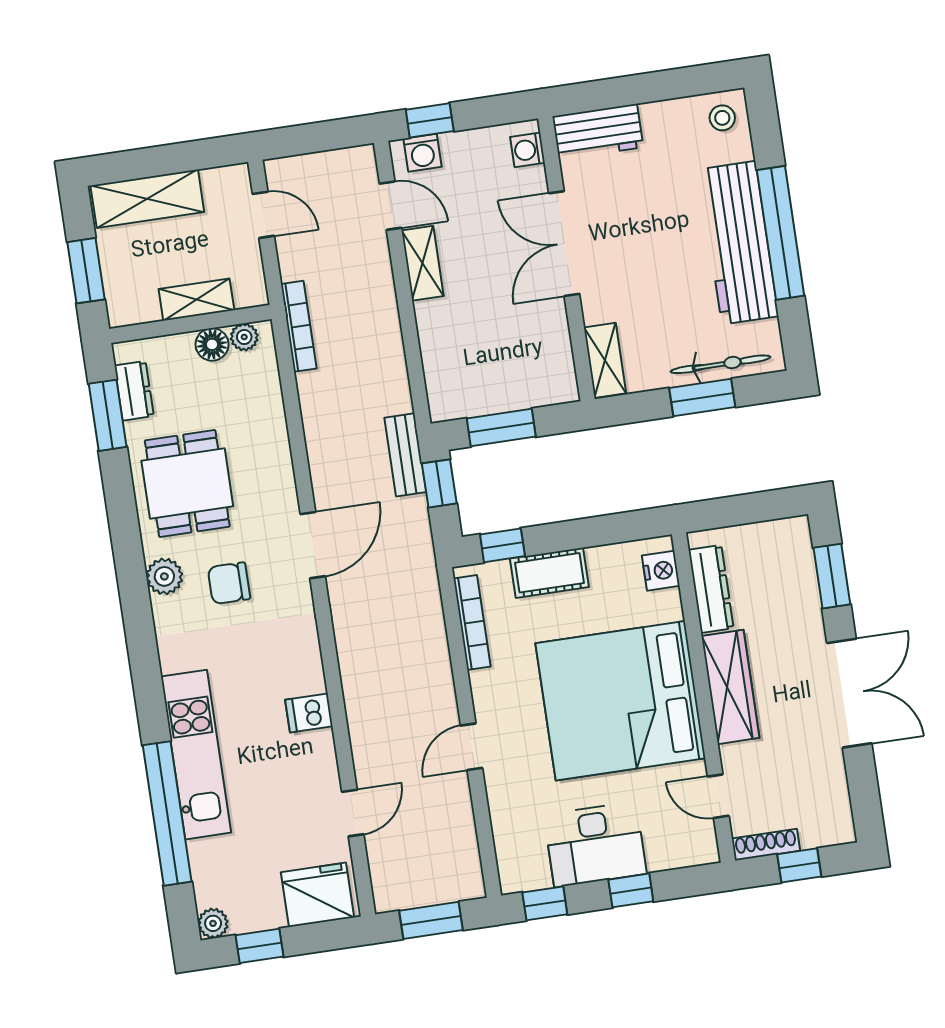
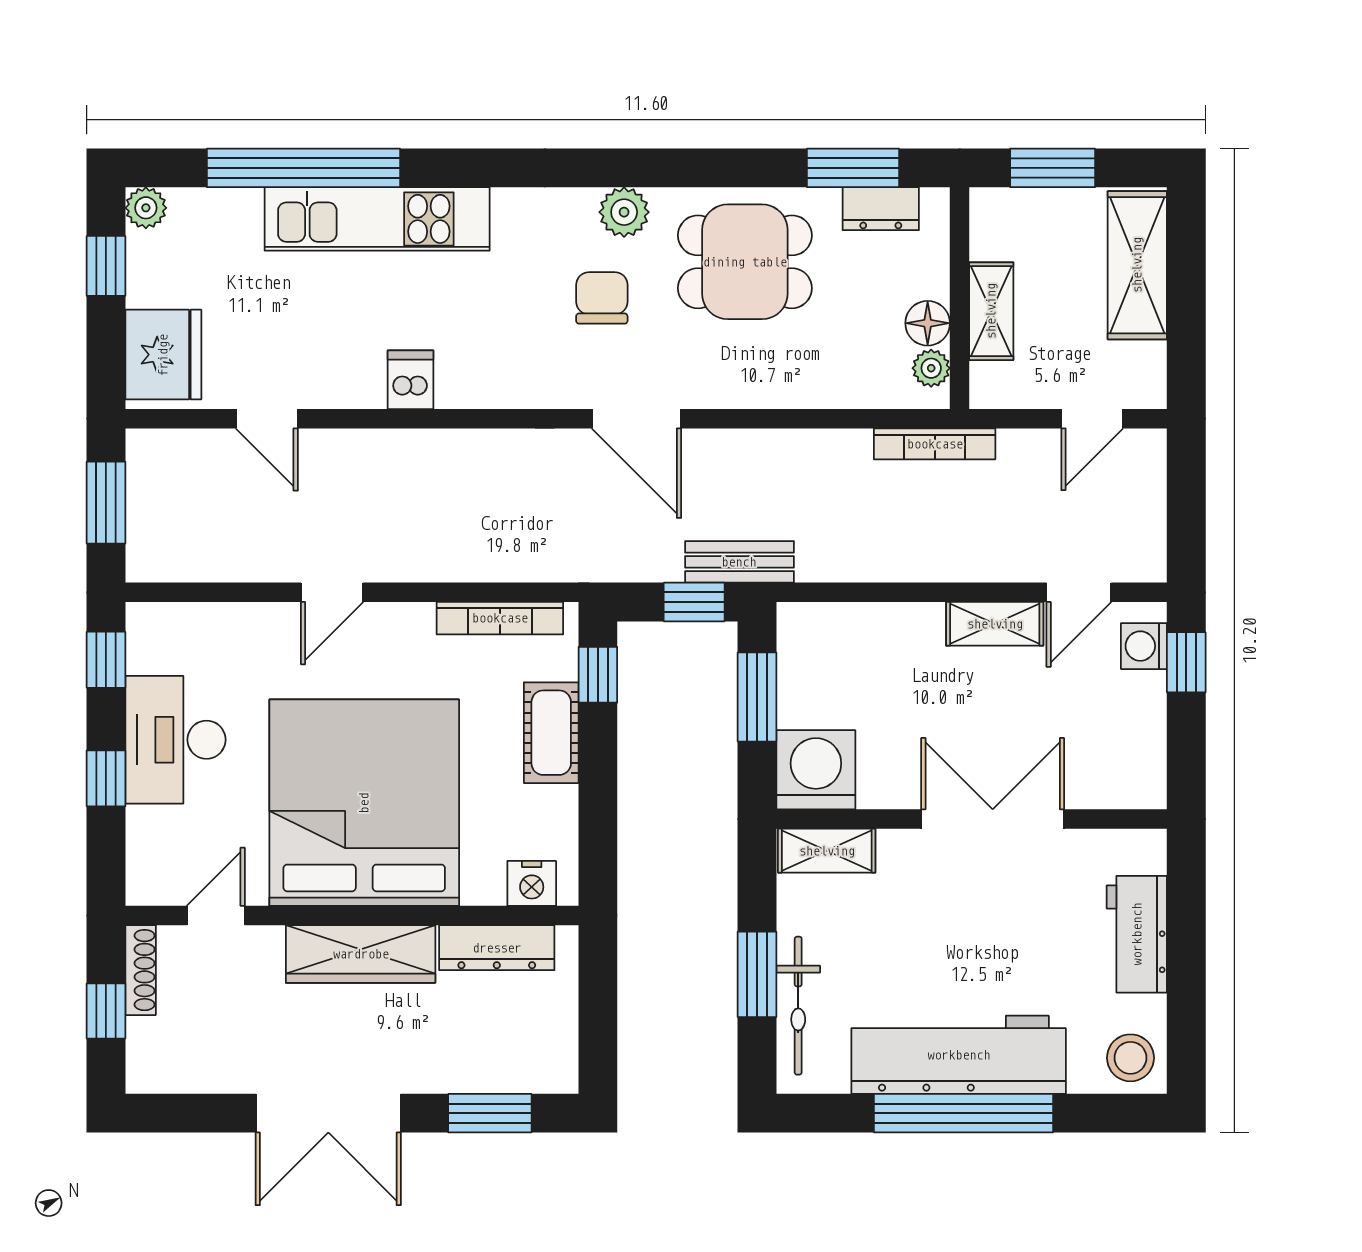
stool: (722, 118) -> (1130, 1058), width x1.37, depth x1.37
workbench: (598, 132) -> (1137, 934), moved
washing machine: (528, 150) -> (816, 770), moved, width x1.89, depth x1.89
door: (471, 747) -> (332, 592), swing flipped

